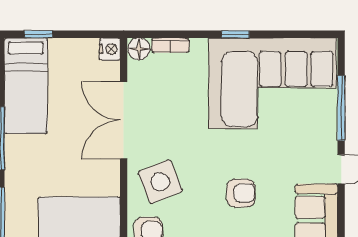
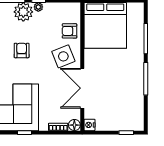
bed: (26, 86) -> (133, 106), removed
double door: (124, 120) -> (82, 88), swing flipped
armchair: (241, 193) -> (22, 50), turned 90

